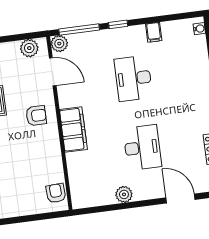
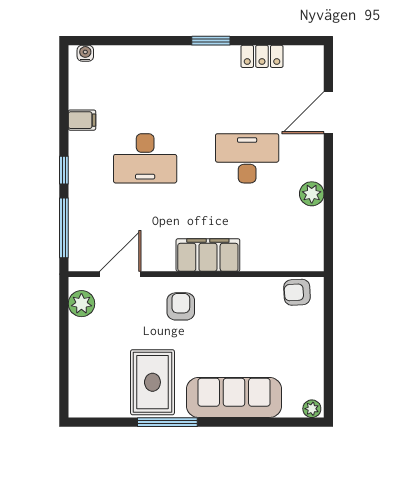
plant: (59, 44) -> (81, 259), removed

